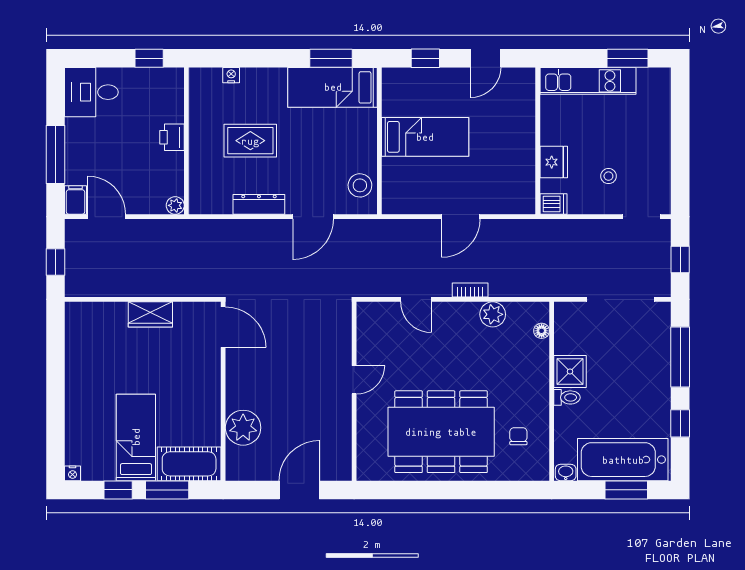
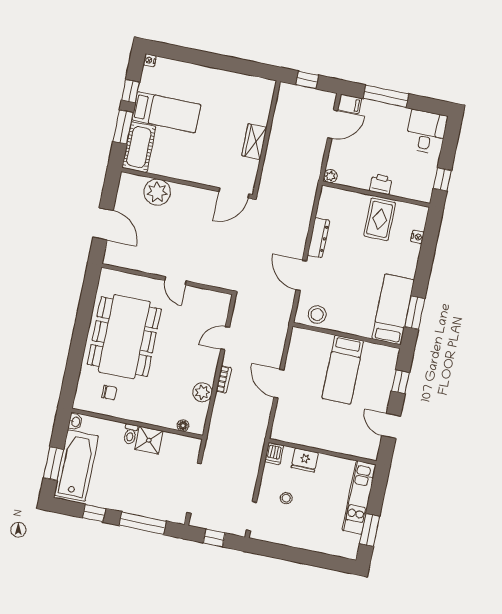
rug: (250, 141) -> (380, 219), moved

